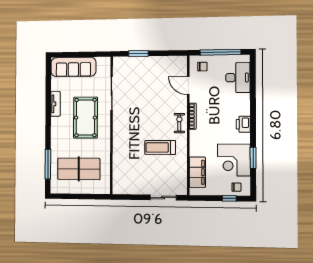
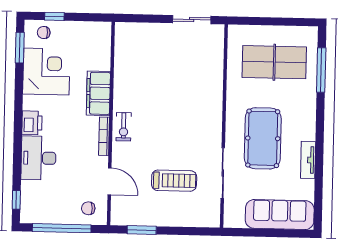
window: (138, 54) -> (142, 230), moved
window: (253, 71) -> (16, 200), added
desk: (238, 78) -> (38, 158), moved
treadmill: (160, 147) -> (174, 181), moved
window: (253, 158) -> (20, 48), moved
filing cabinet: (197, 172) -> (98, 93), moved
sliding door: (163, 198) -> (192, 20), moved

